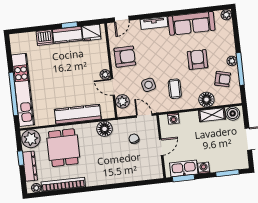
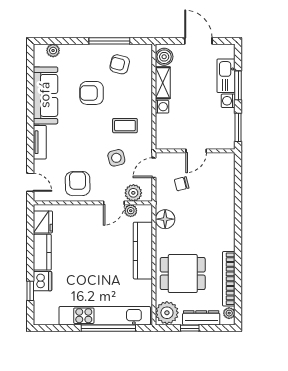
plant: (226, 15) -> (53, 51), moved
window: (69, 25) -> (30, 291), moved
plant: (232, 61) -> (98, 50), removed
plant: (105, 74) -> (131, 211), moved
armchair: (223, 79) -> (120, 64), turned -90
floor lamp: (206, 100) -> (143, 87), removed
washing machine: (173, 119) -> (162, 107), moved
door: (161, 147) -> (196, 151), swing flipped
kitchen sink: (184, 169) -> (226, 76), moved
window: (227, 173) -> (238, 85), moved

